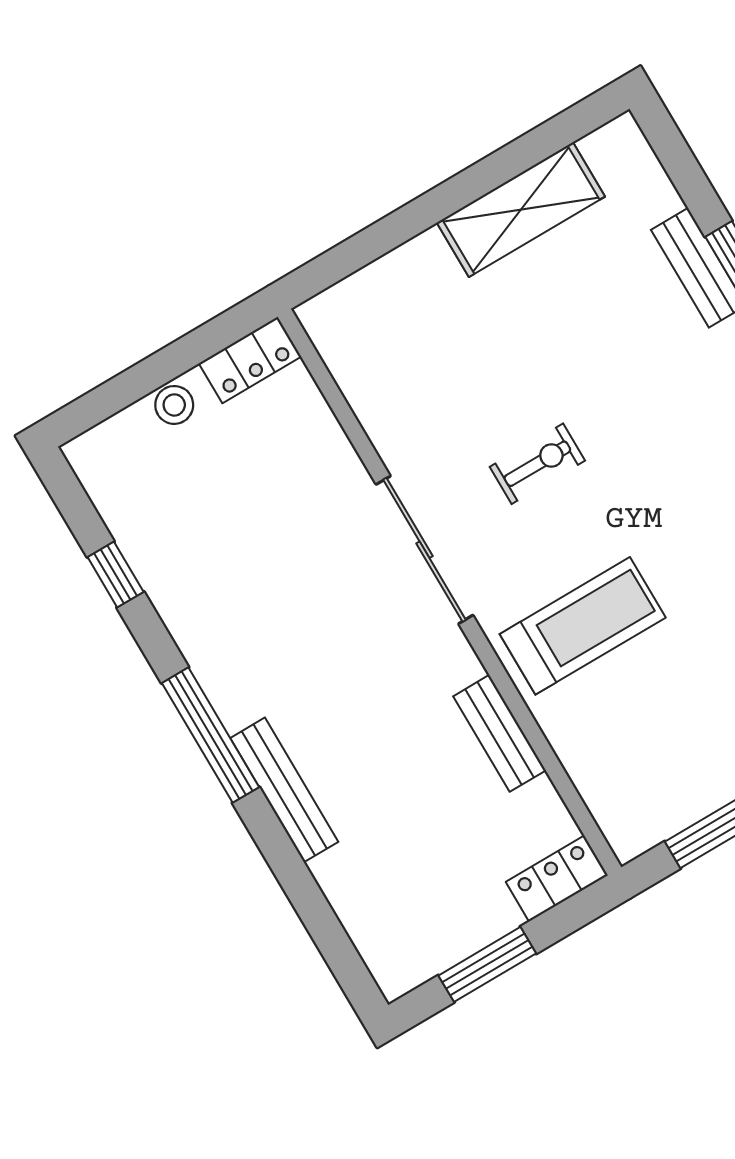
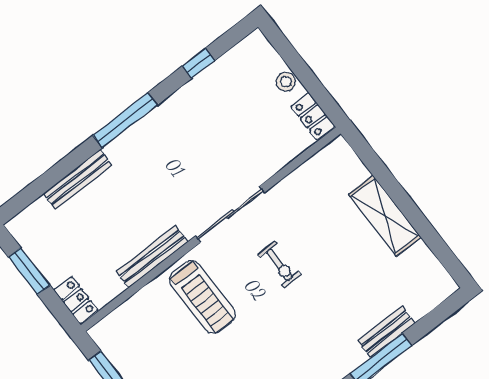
shelving: (521, 210) -> (385, 216), moved
bench: (500, 733) -> (152, 257), width x1.36
bench: (284, 790) -> (78, 179), moved

